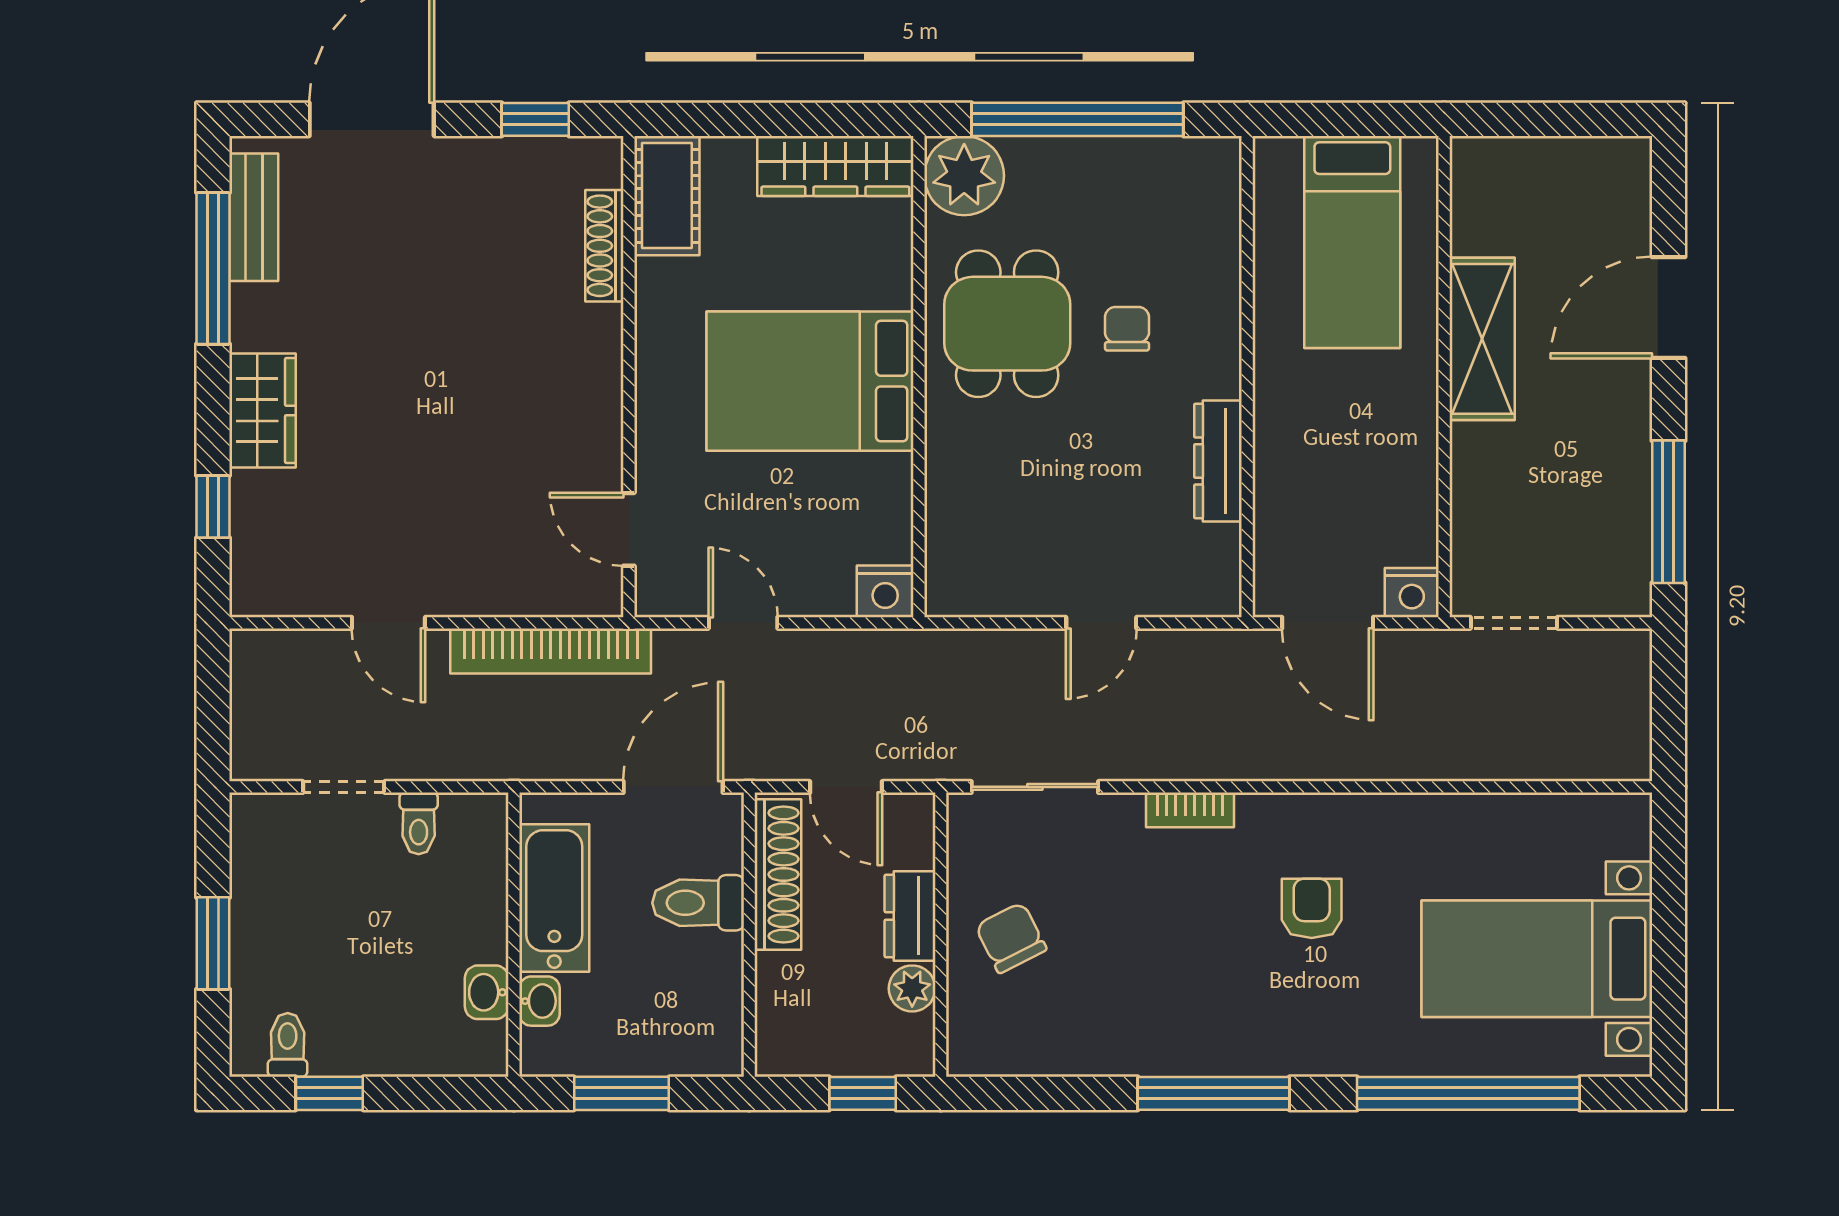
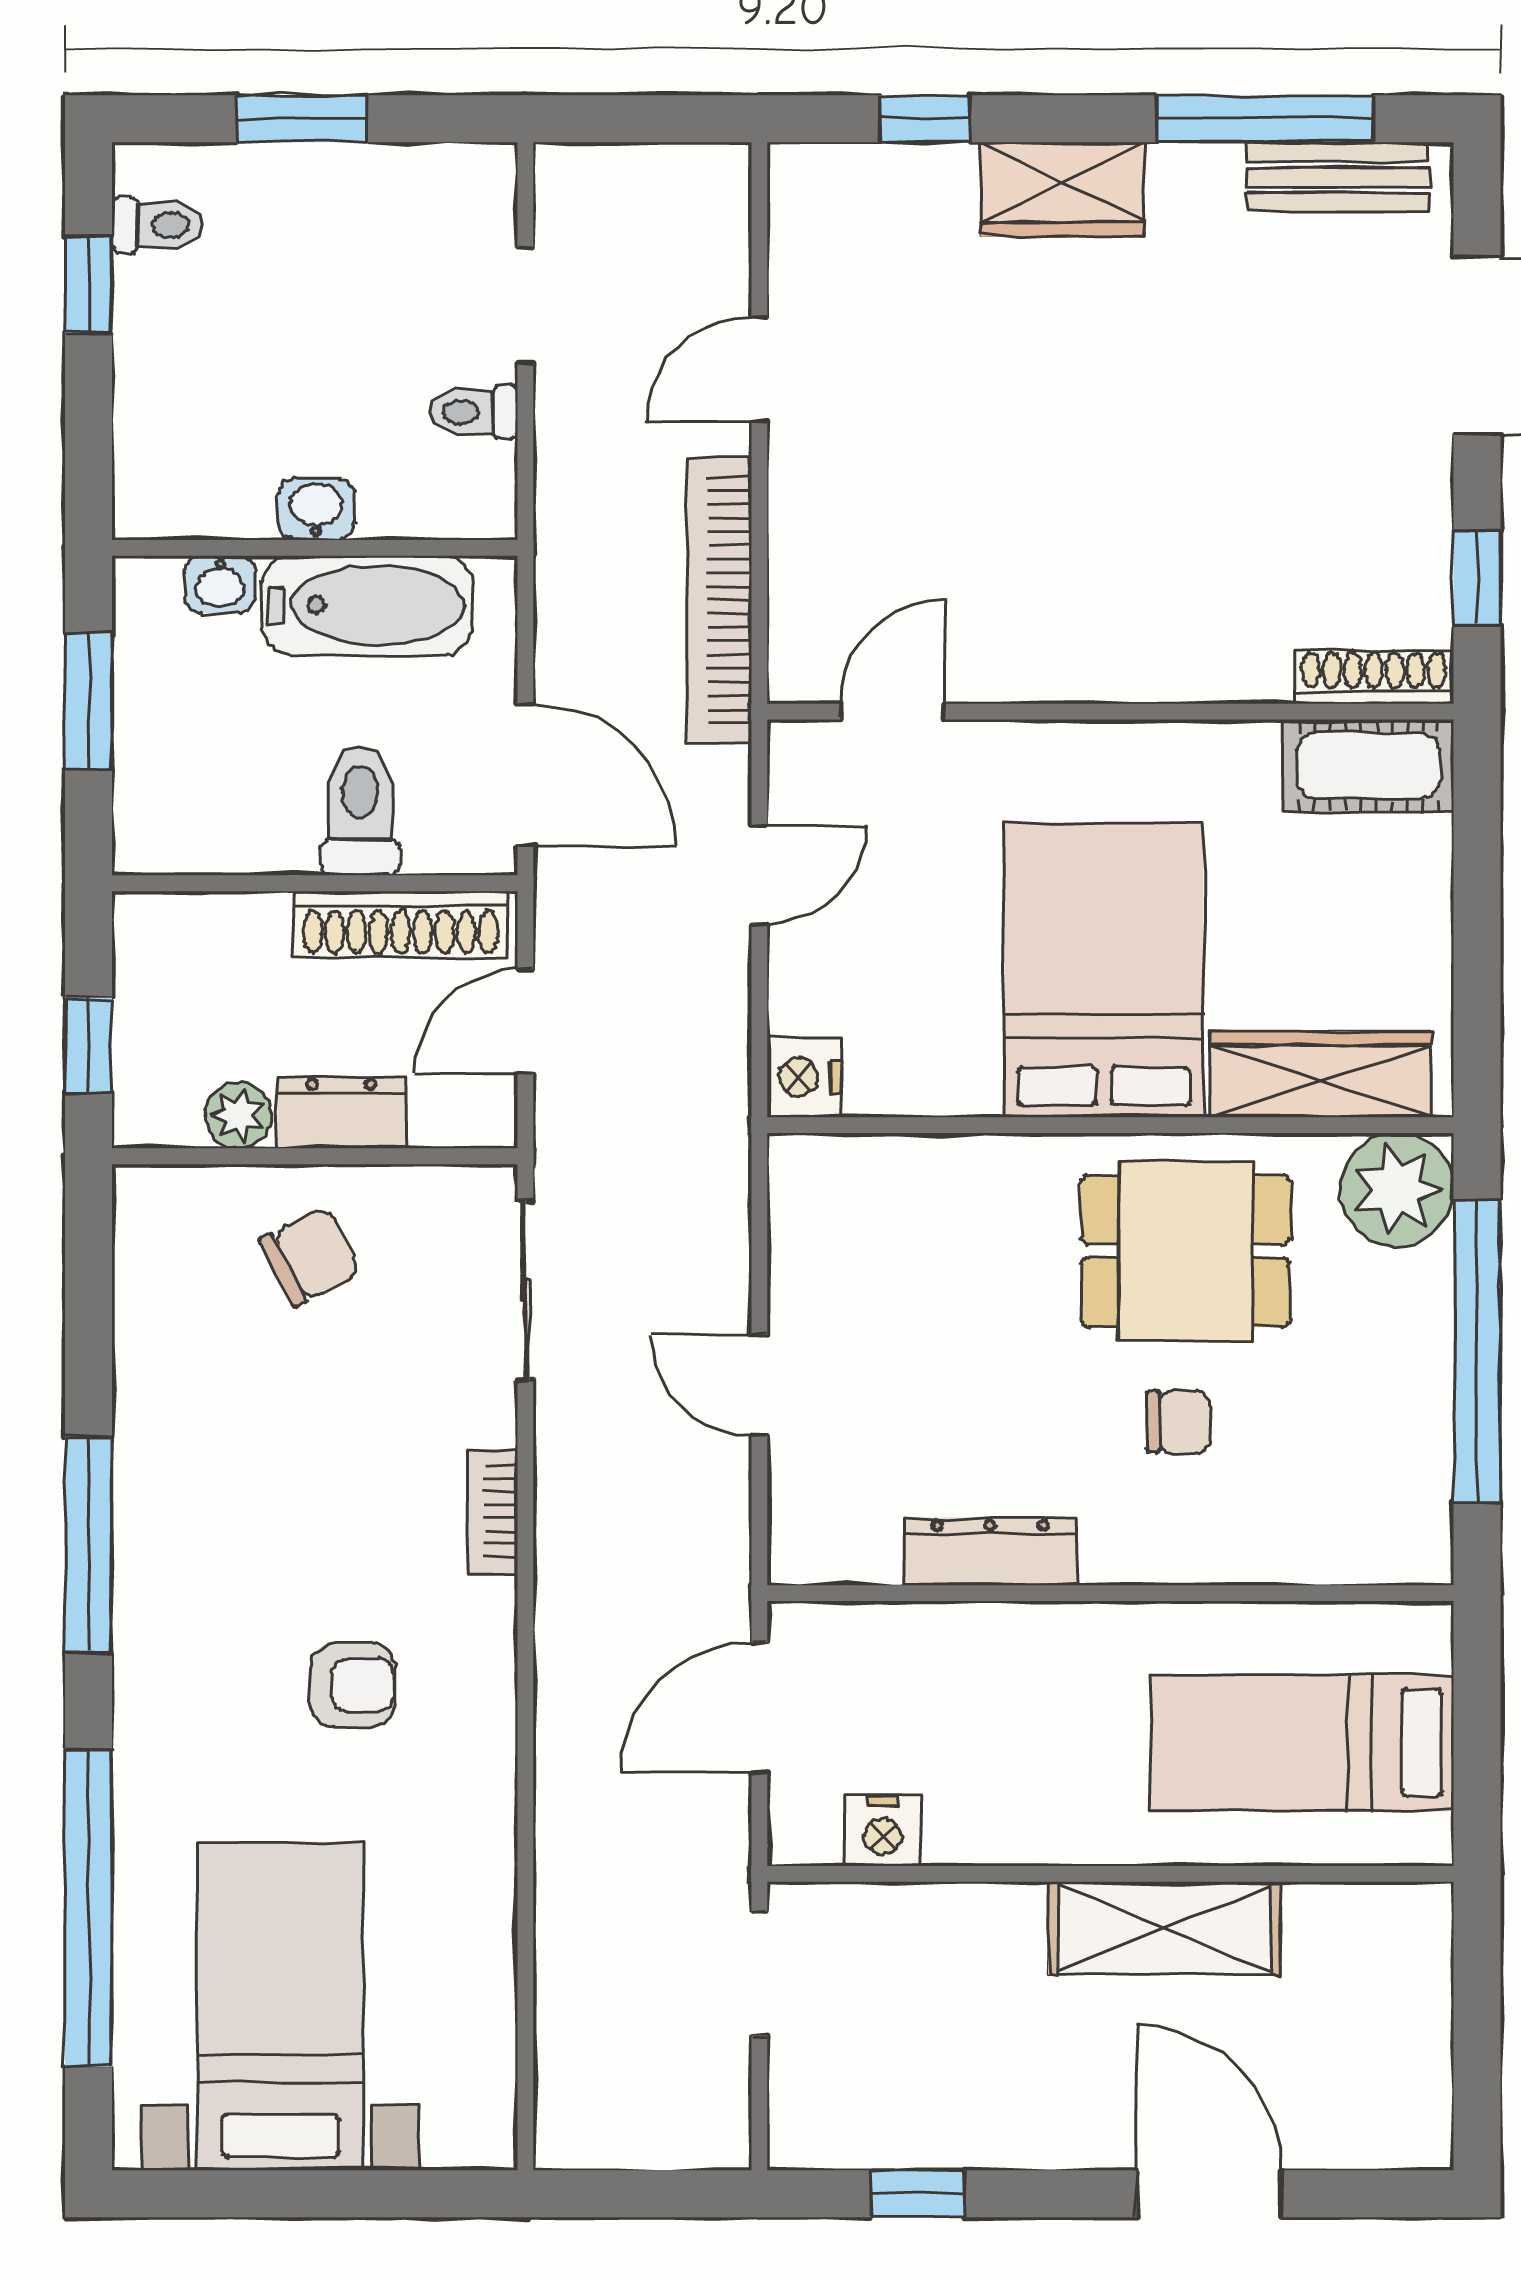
wardrobe: (835, 166) -> (1321, 1074), moved, turned 90
shoe rack: (604, 246) -> (1374, 677), moved
window: (1668, 512) -> (918, 2194), width x0.46
nightstand: (1412, 593) -> (883, 1831), moved, turned -90
washbasin: (487, 992) -> (316, 509), moved

